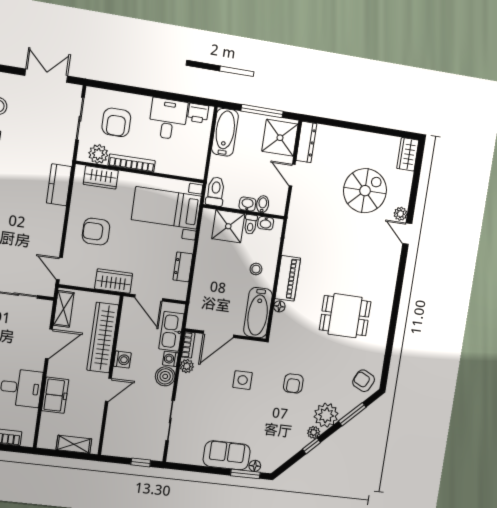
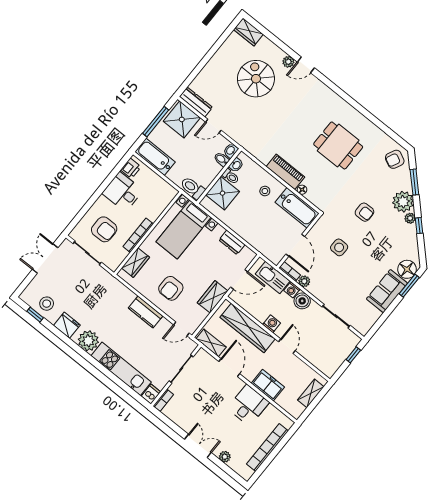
plant: (98, 154) -> (119, 255), removed
kitchen counter: (59, 185) -> (146, 312), moved
washbasin: (247, 204) -> (231, 151), moved
dining table: (345, 316) -> (338, 145), turned 90
floor lamp: (255, 466) -> (407, 269), width x1.89, depth x1.89

